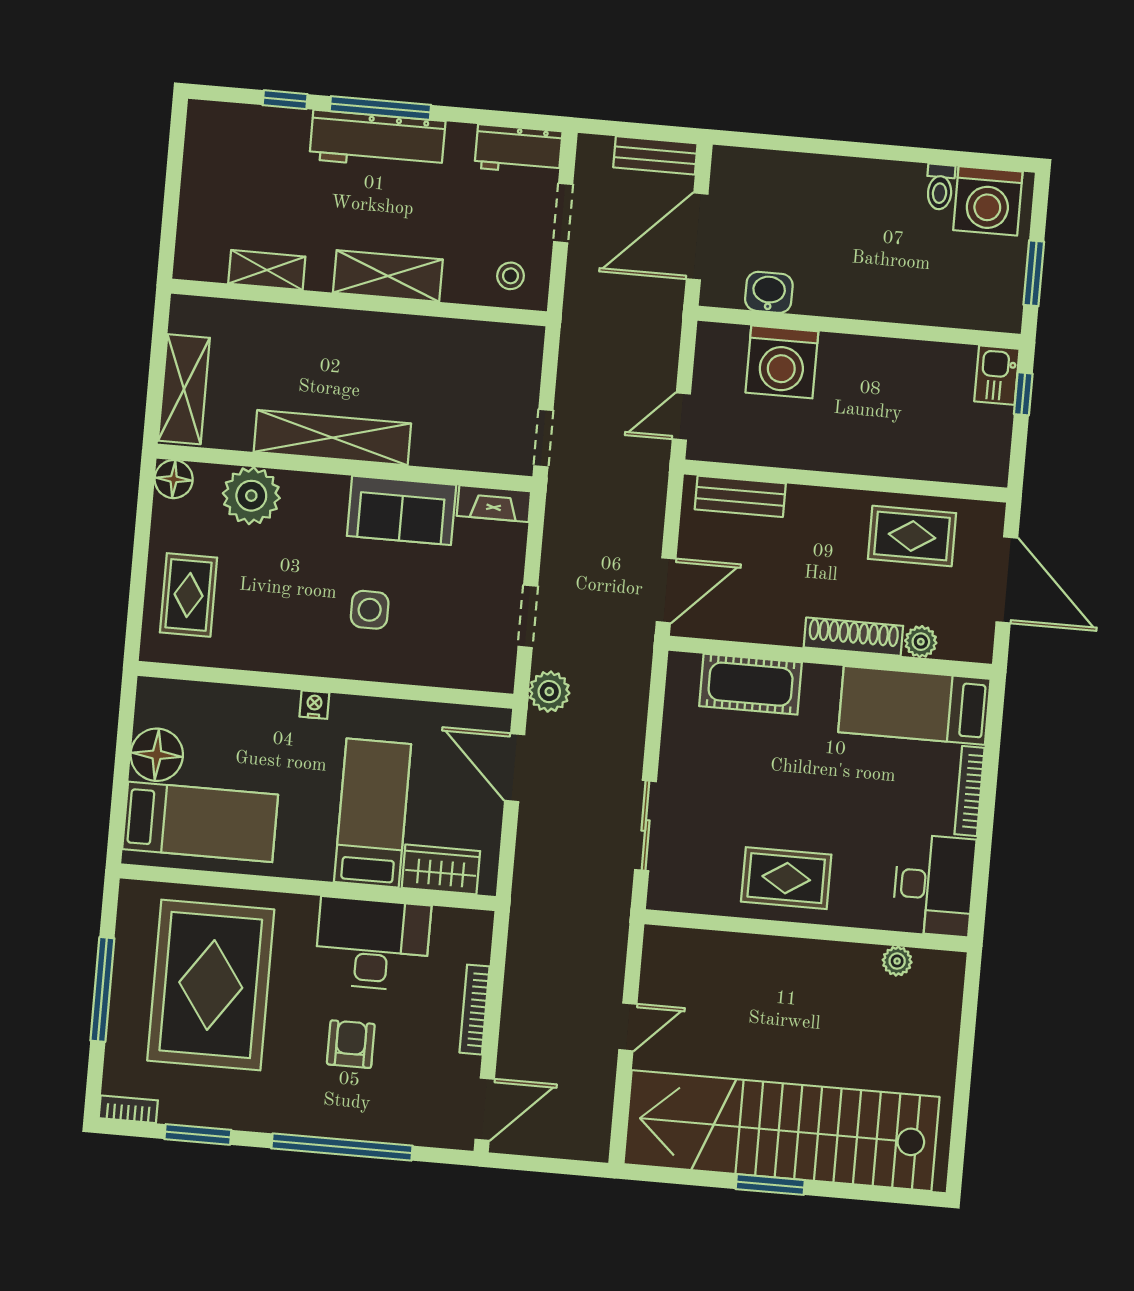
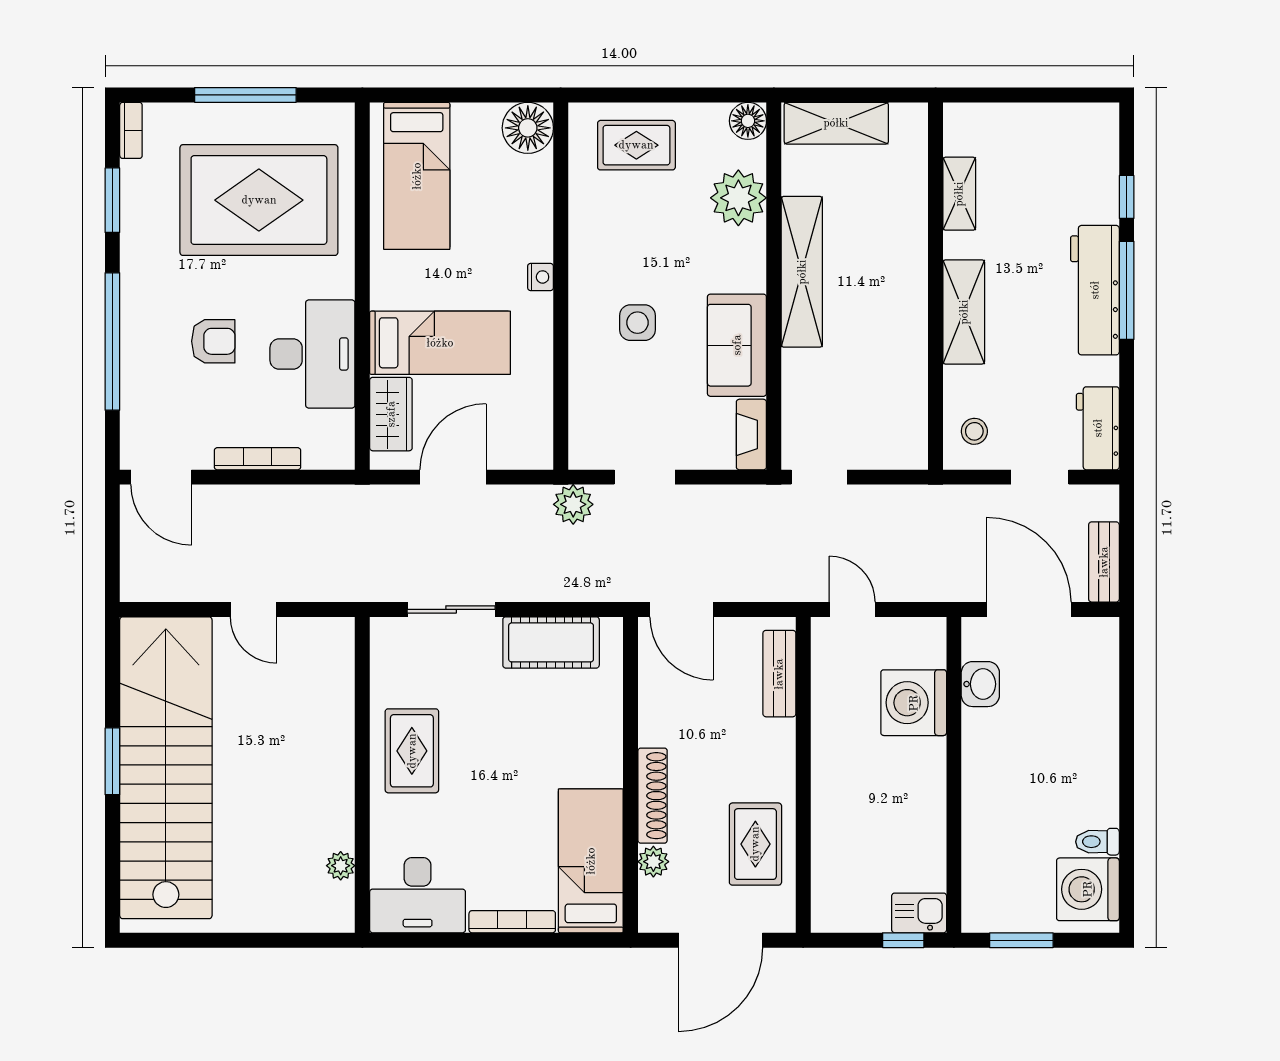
cot: (751, 684) -> (551, 642), moved, turned 90
floor lamp: (157, 755) -> (528, 128), moved
door: (515, 768) -> (453, 477), moved

